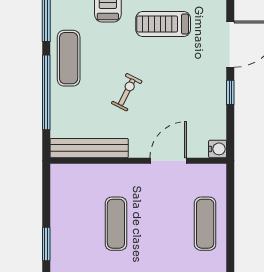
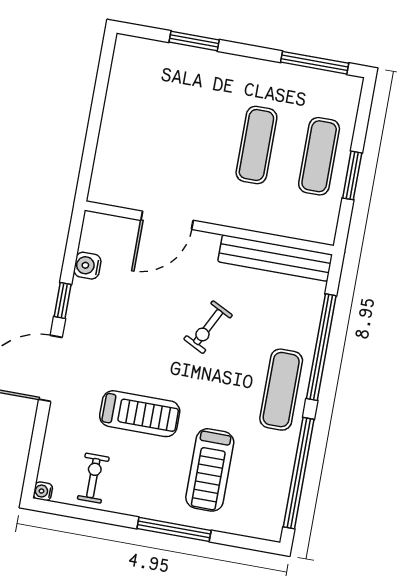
water cooler: (218, 149) -> (87, 266), moved
exercise mat: (205, 224) -> (319, 156), moved
window: (46, 244) -> (352, 175), moved

